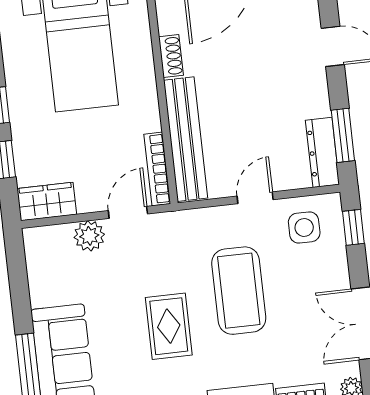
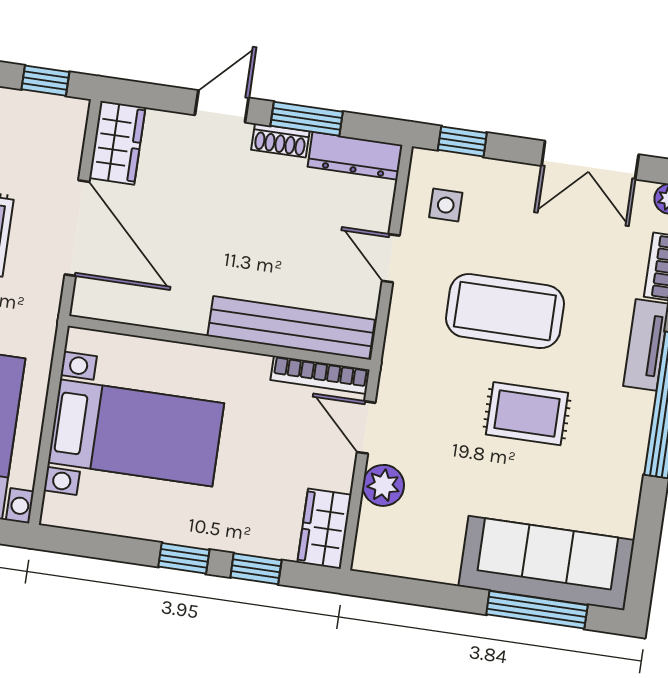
shoe rack: (171, 56) -> (280, 141), moved, turned 180
window: (343, 135) -> (307, 119), moved
side table: (304, 227) -> (446, 205), width x0.73, depth x0.73

